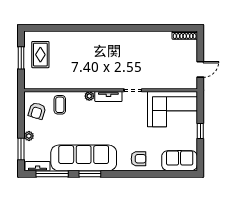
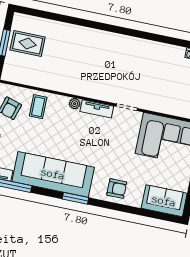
rug: (40, 55) -> (28, 44), turned 90
window: (90, 174) -> (75, 198), moved

